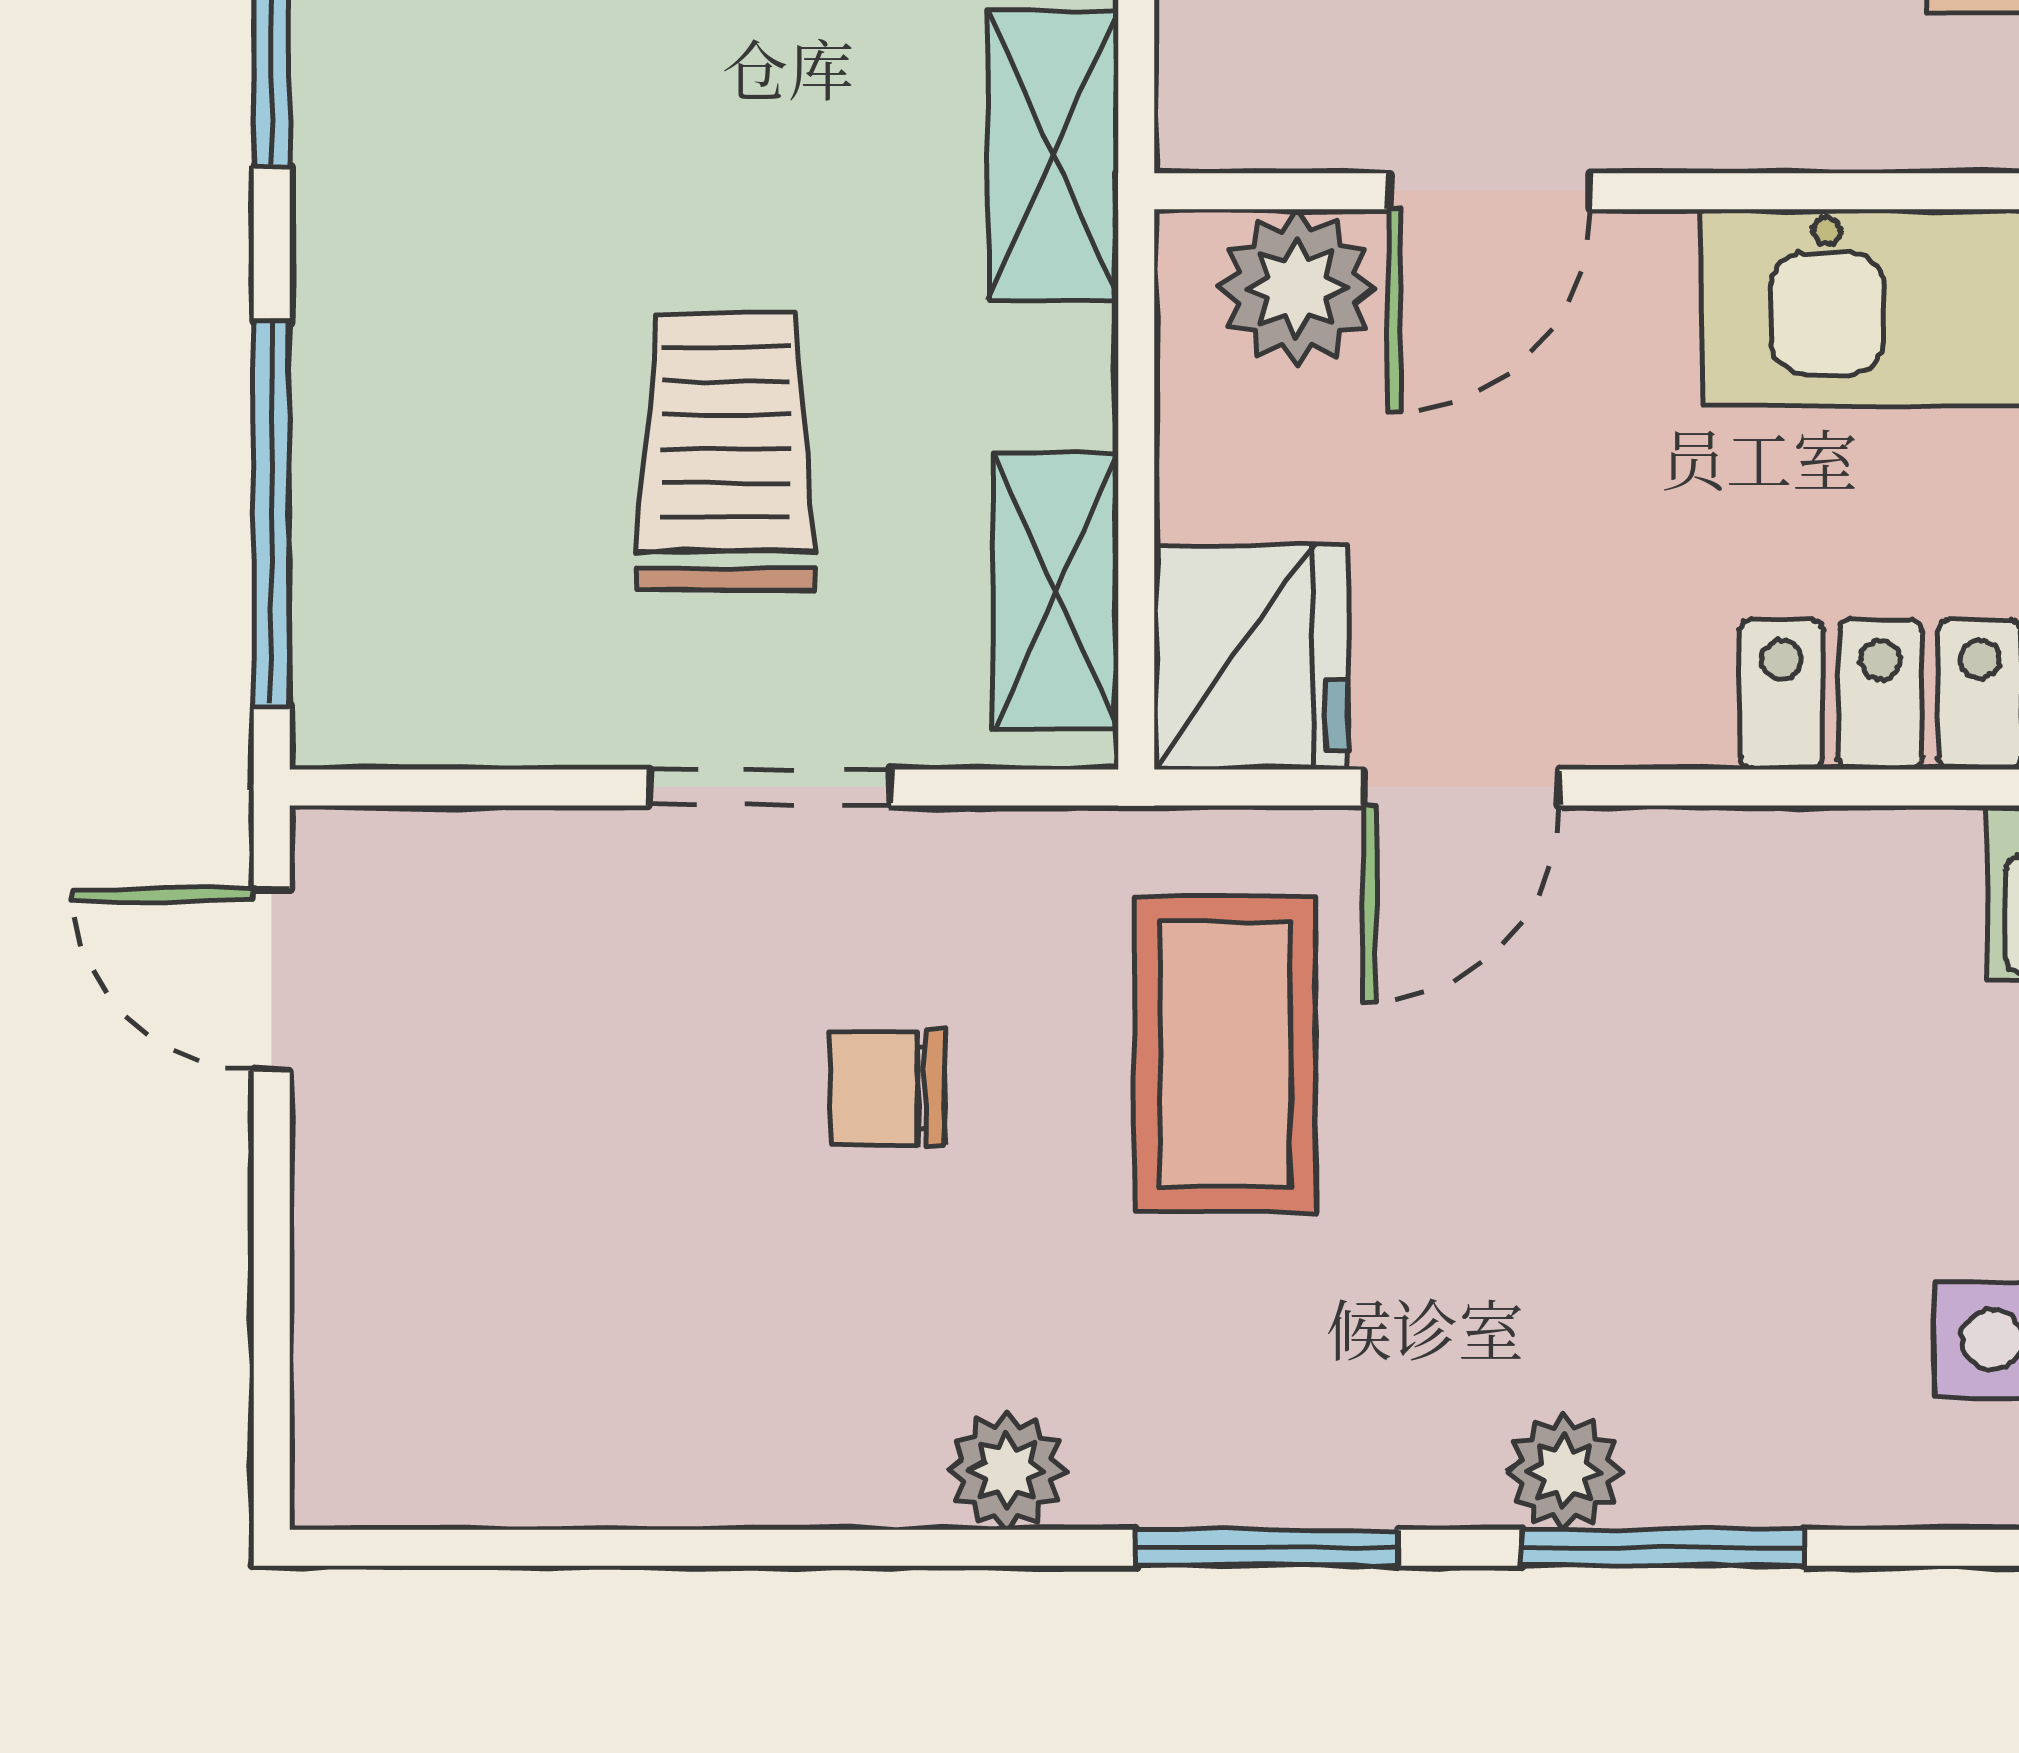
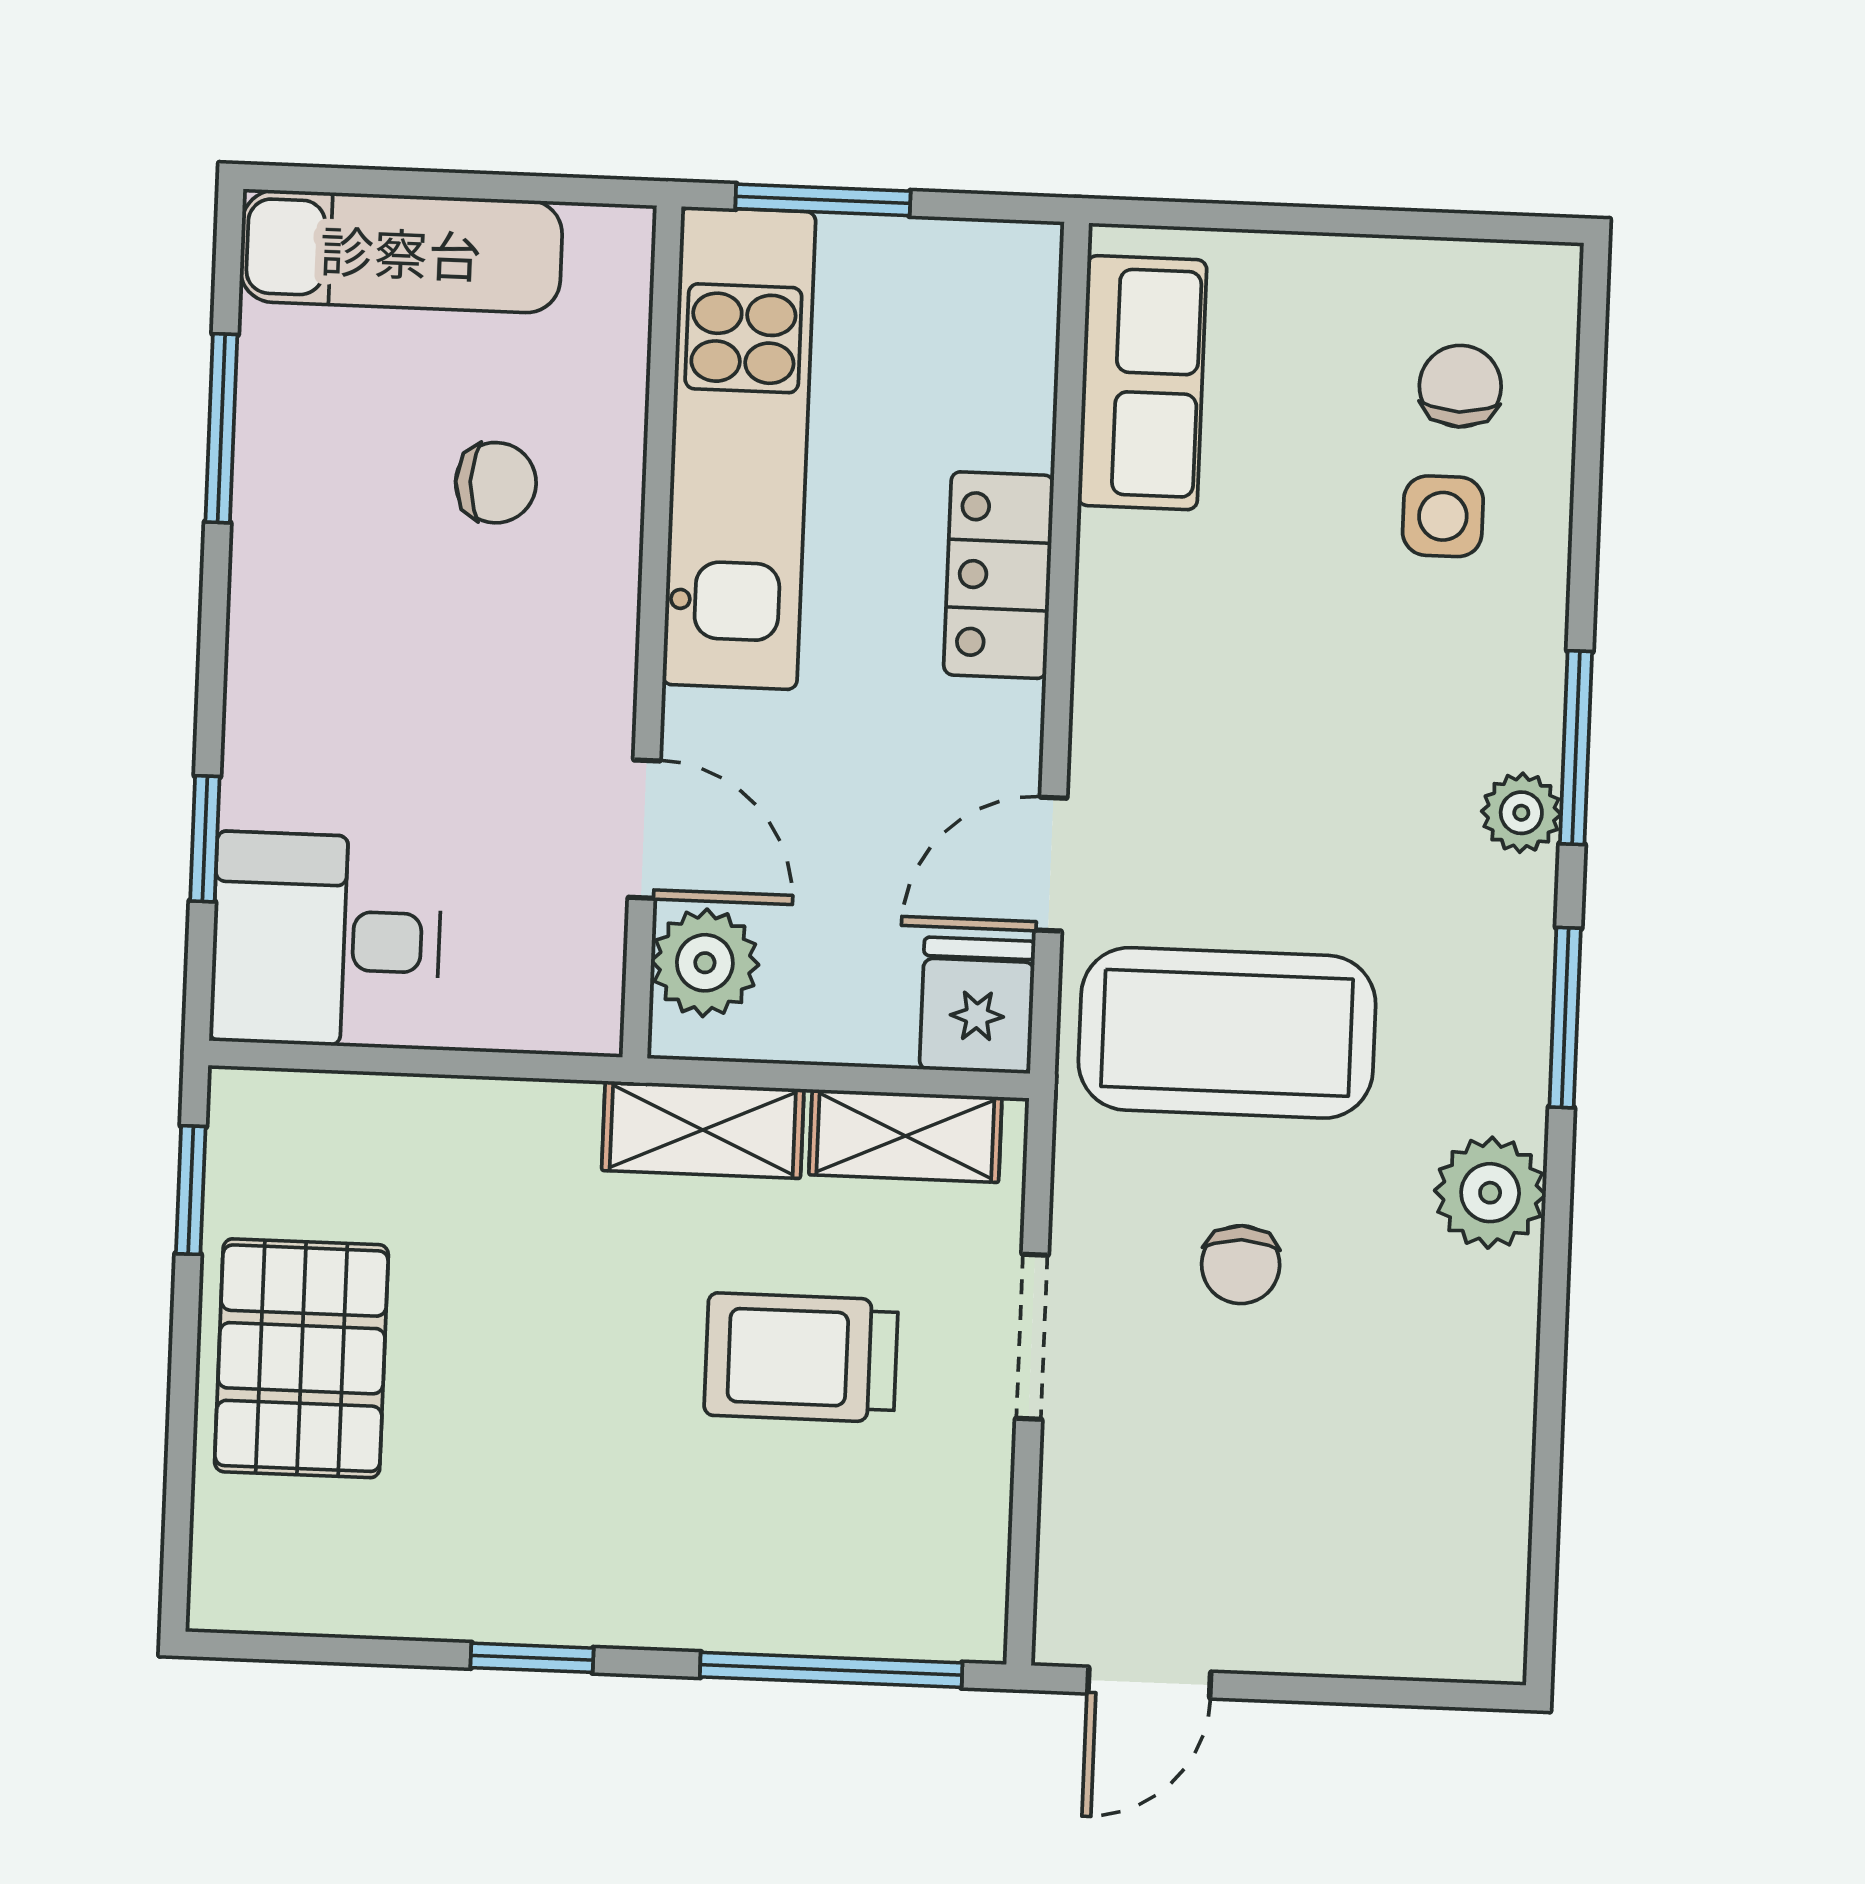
shelving: (1053, 155) -> (703, 1130), moved
fridge: (1251, 657) -> (977, 1005), width x0.72
door: (1461, 787) -> (1051, 864), swing flipped
coffee table: (1225, 1055) -> (1227, 1033), width x1.36, depth x1.32
plant: (1007, 1471) -> (1490, 1193), width x1.38, depth x1.38

